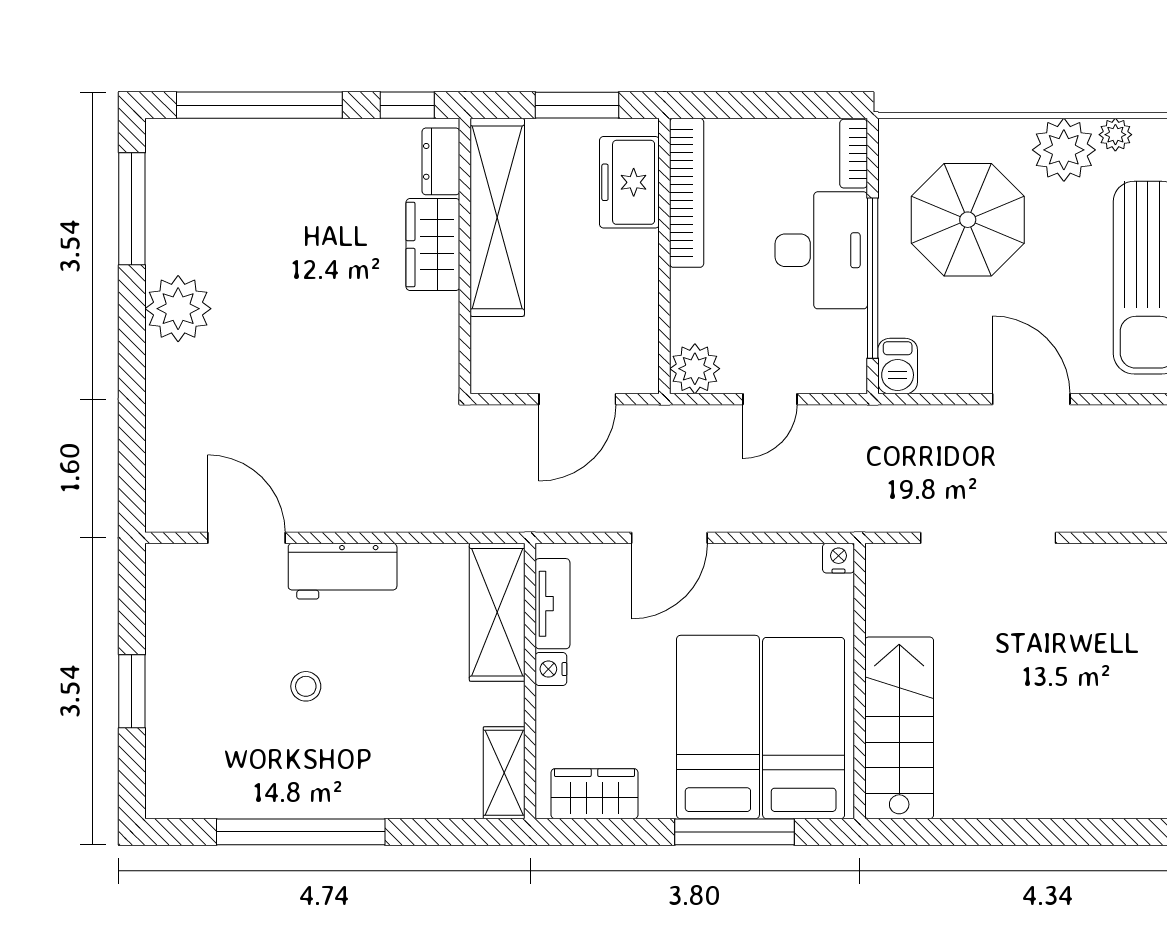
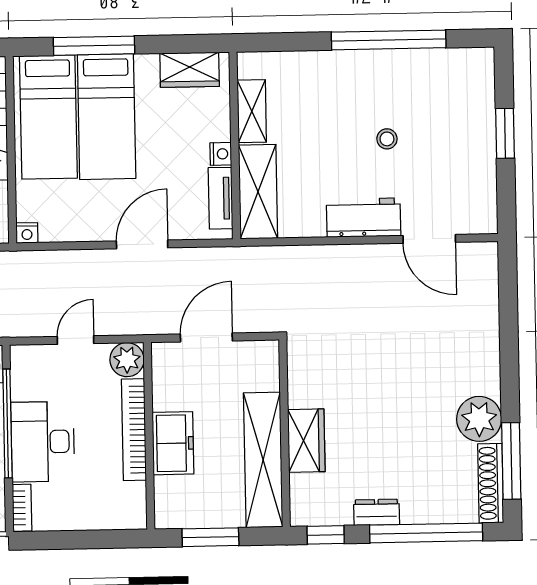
dresser: (441, 161) -> (377, 512), moved, turned -90
shoe rack: (163, 177) -> (491, 483), added
freezer: (629, 182) -> (173, 443), moved
bookcase: (687, 193) -> (134, 430), moved
plant: (178, 309) -> (479, 419), moved
shelving: (504, 773) -> (252, 111), moved

